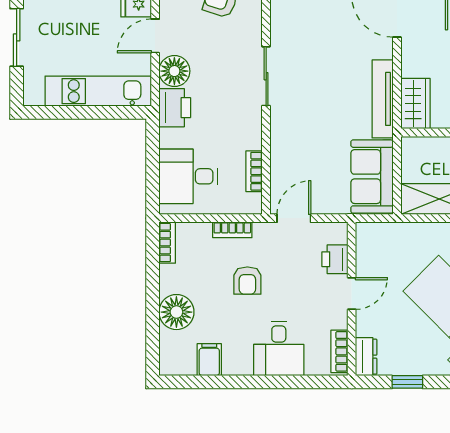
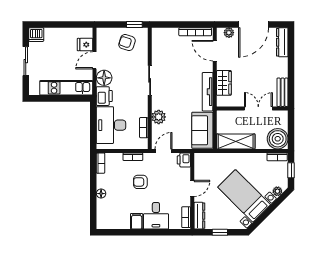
wardrobe: (415, 104) -> (224, 83), moved
plant: (284, 150) -> (159, 117), added
desk: (188, 176) -> (111, 125), width x1.37
printer: (335, 259) -> (184, 160), moved
armchair: (247, 281) -> (140, 182), turned 90
floor lamp: (176, 312) -> (101, 194), width x0.53, depth x0.53
dresser: (366, 357) -> (199, 216), width x1.44
filing cabinet: (209, 360) -> (137, 221), moved

